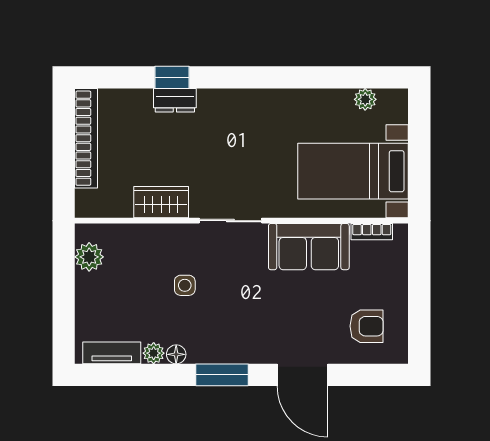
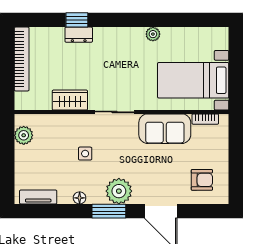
plant: (365, 99) -> (153, 34), moved
plant: (154, 353) -> (119, 191), moved, width x1.87, depth x1.87

